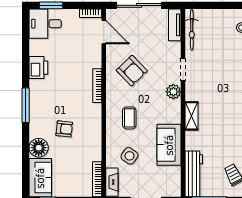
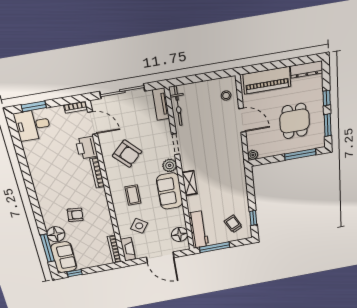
printer: (38, 68) -> (87, 148), moved, turned 180
window: (26, 105) -> (47, 248), moved
sofa: (169, 145) -> (170, 191), moved
floor lamp: (172, 176) -> (180, 234), added

